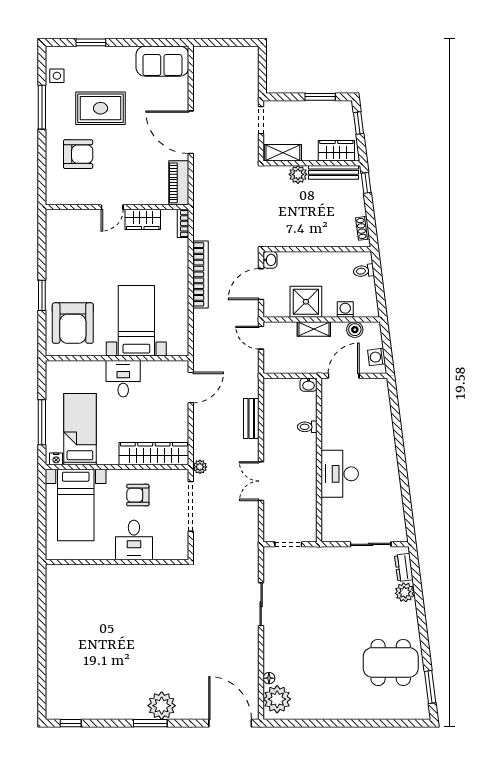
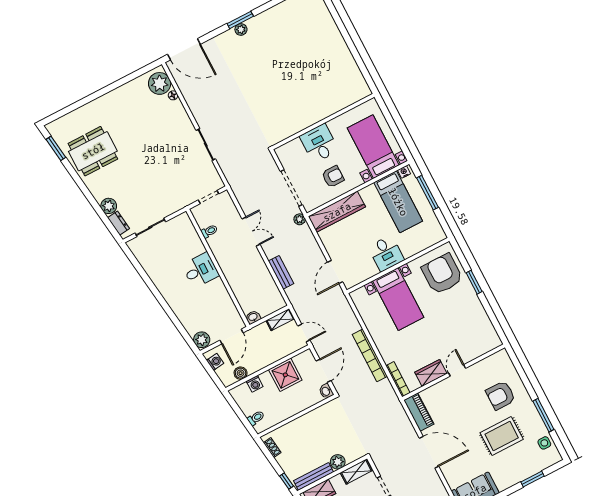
bookcase: (183, 223) -> (398, 379), width x1.56
shelving: (314, 329) -> (280, 320), moved
plant: (379, 389) -> (202, 340), added
toilet: (307, 427) -> (209, 231), moved
desk: (340, 474) -> (201, 270), width x0.73
plant: (162, 706) -> (241, 29), width x0.53, depth x0.53

